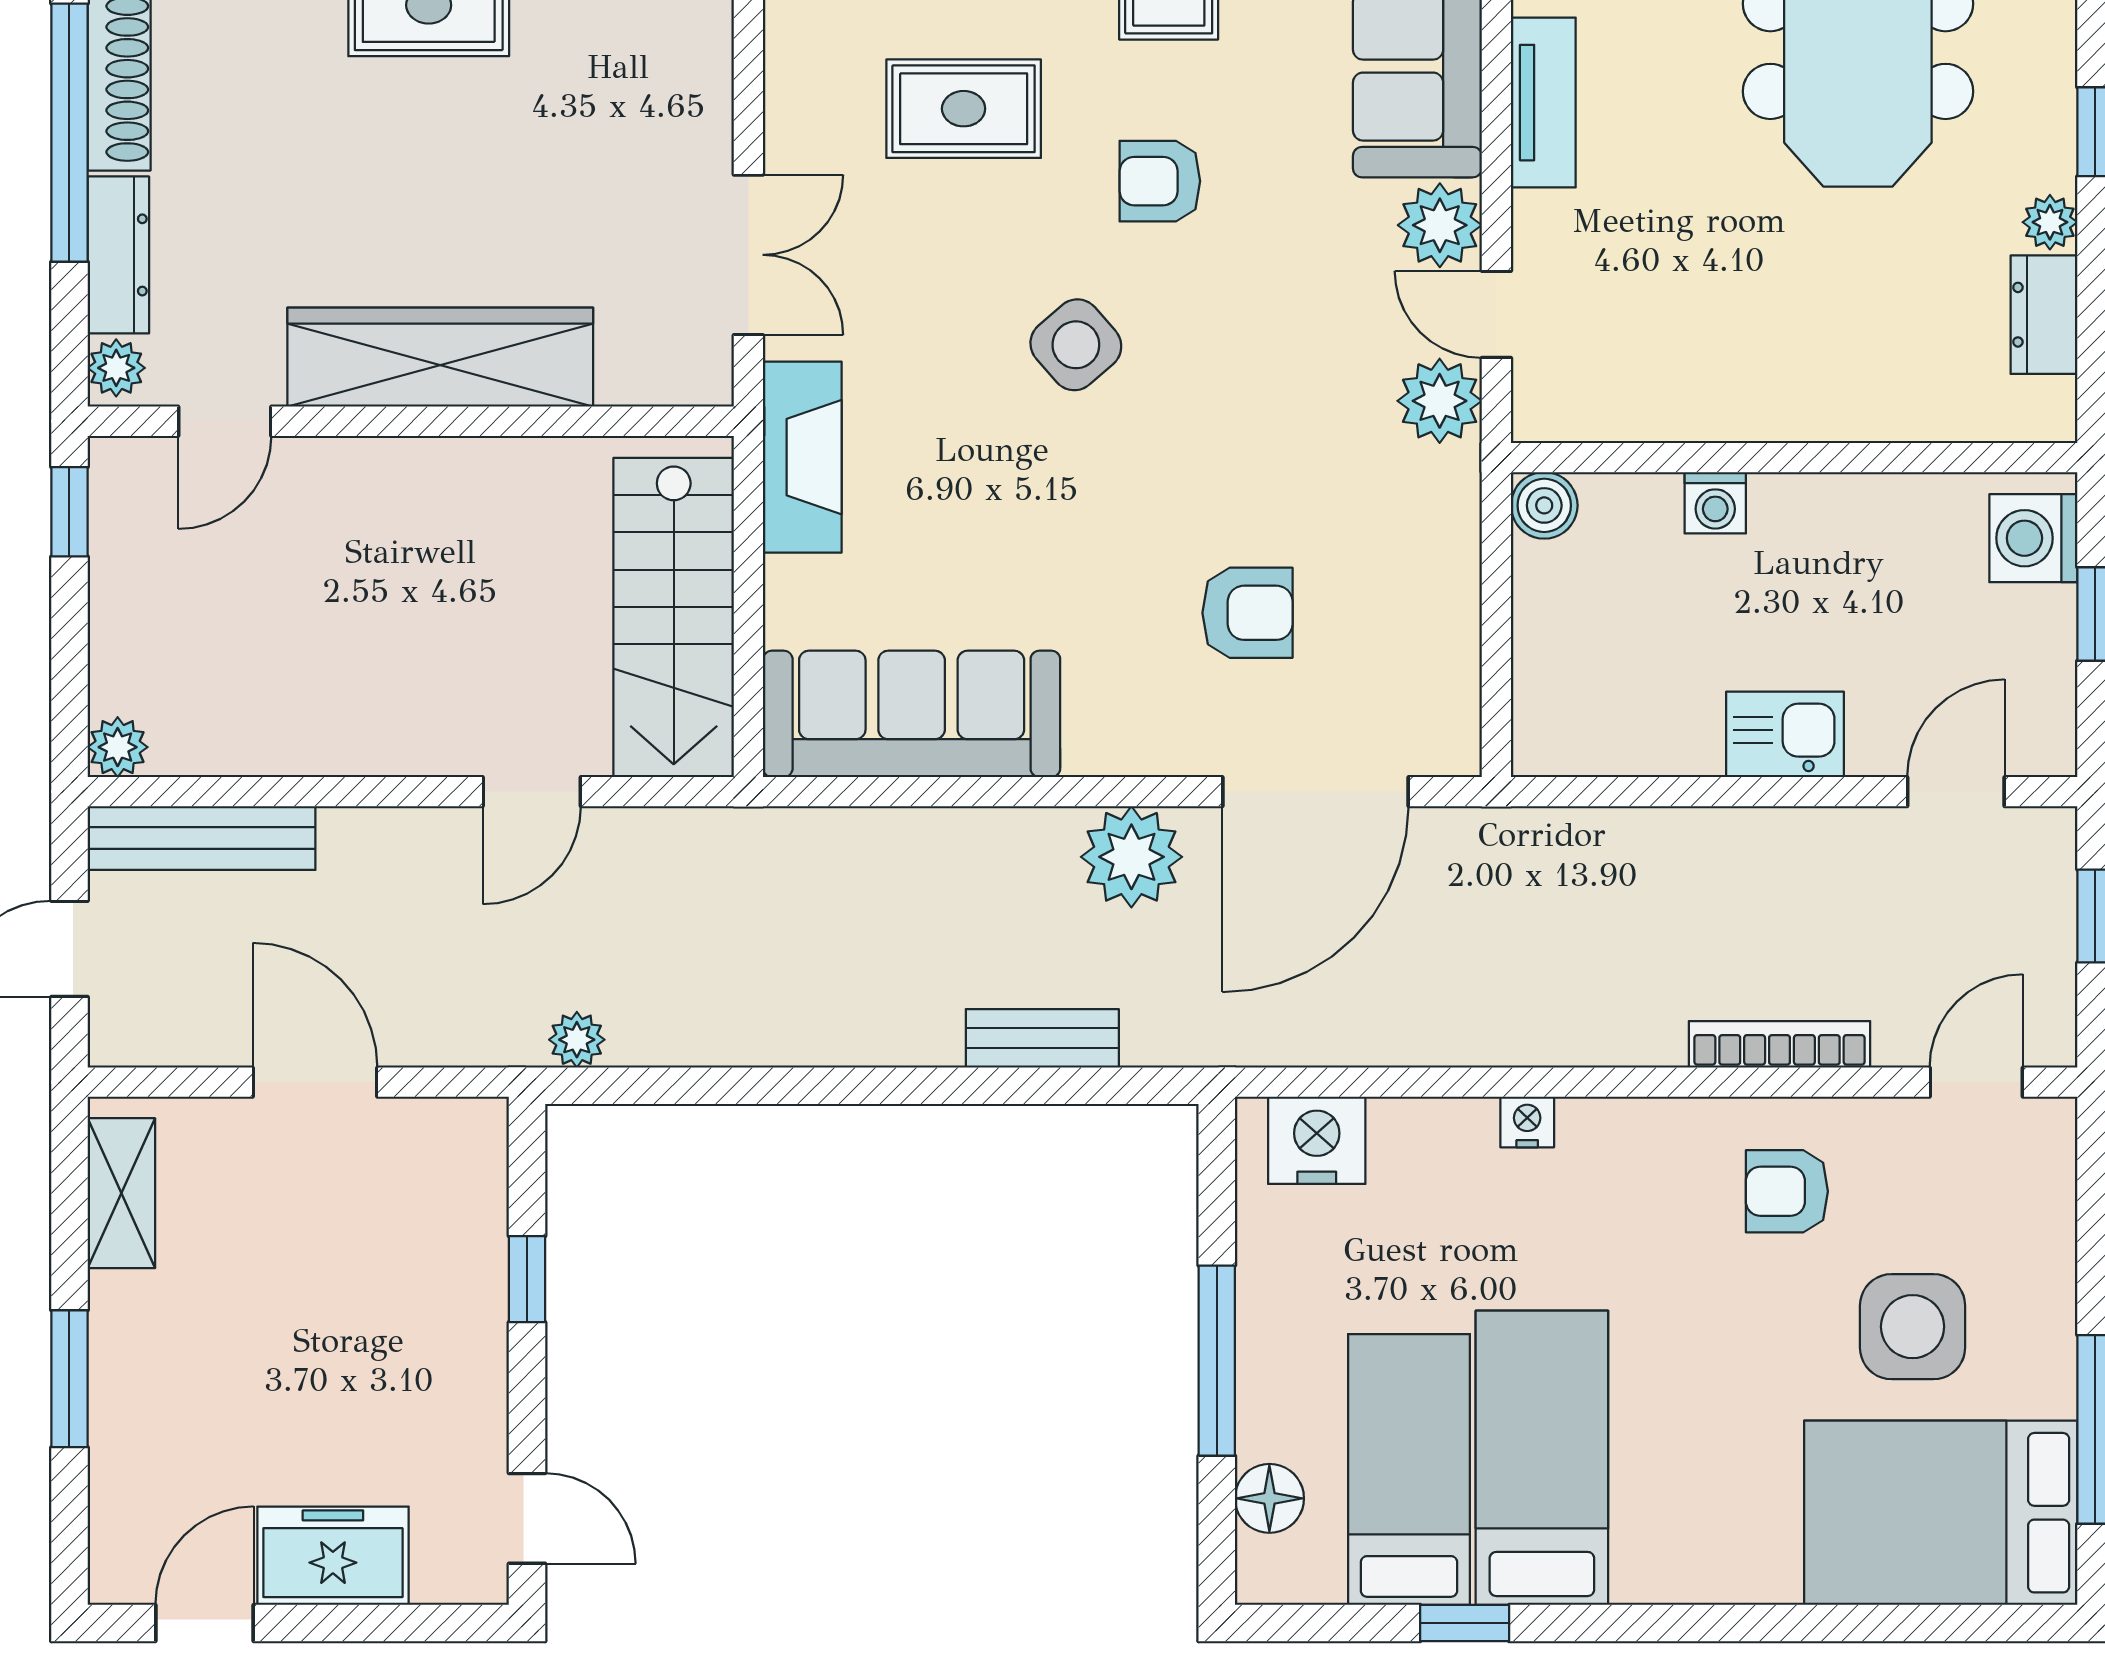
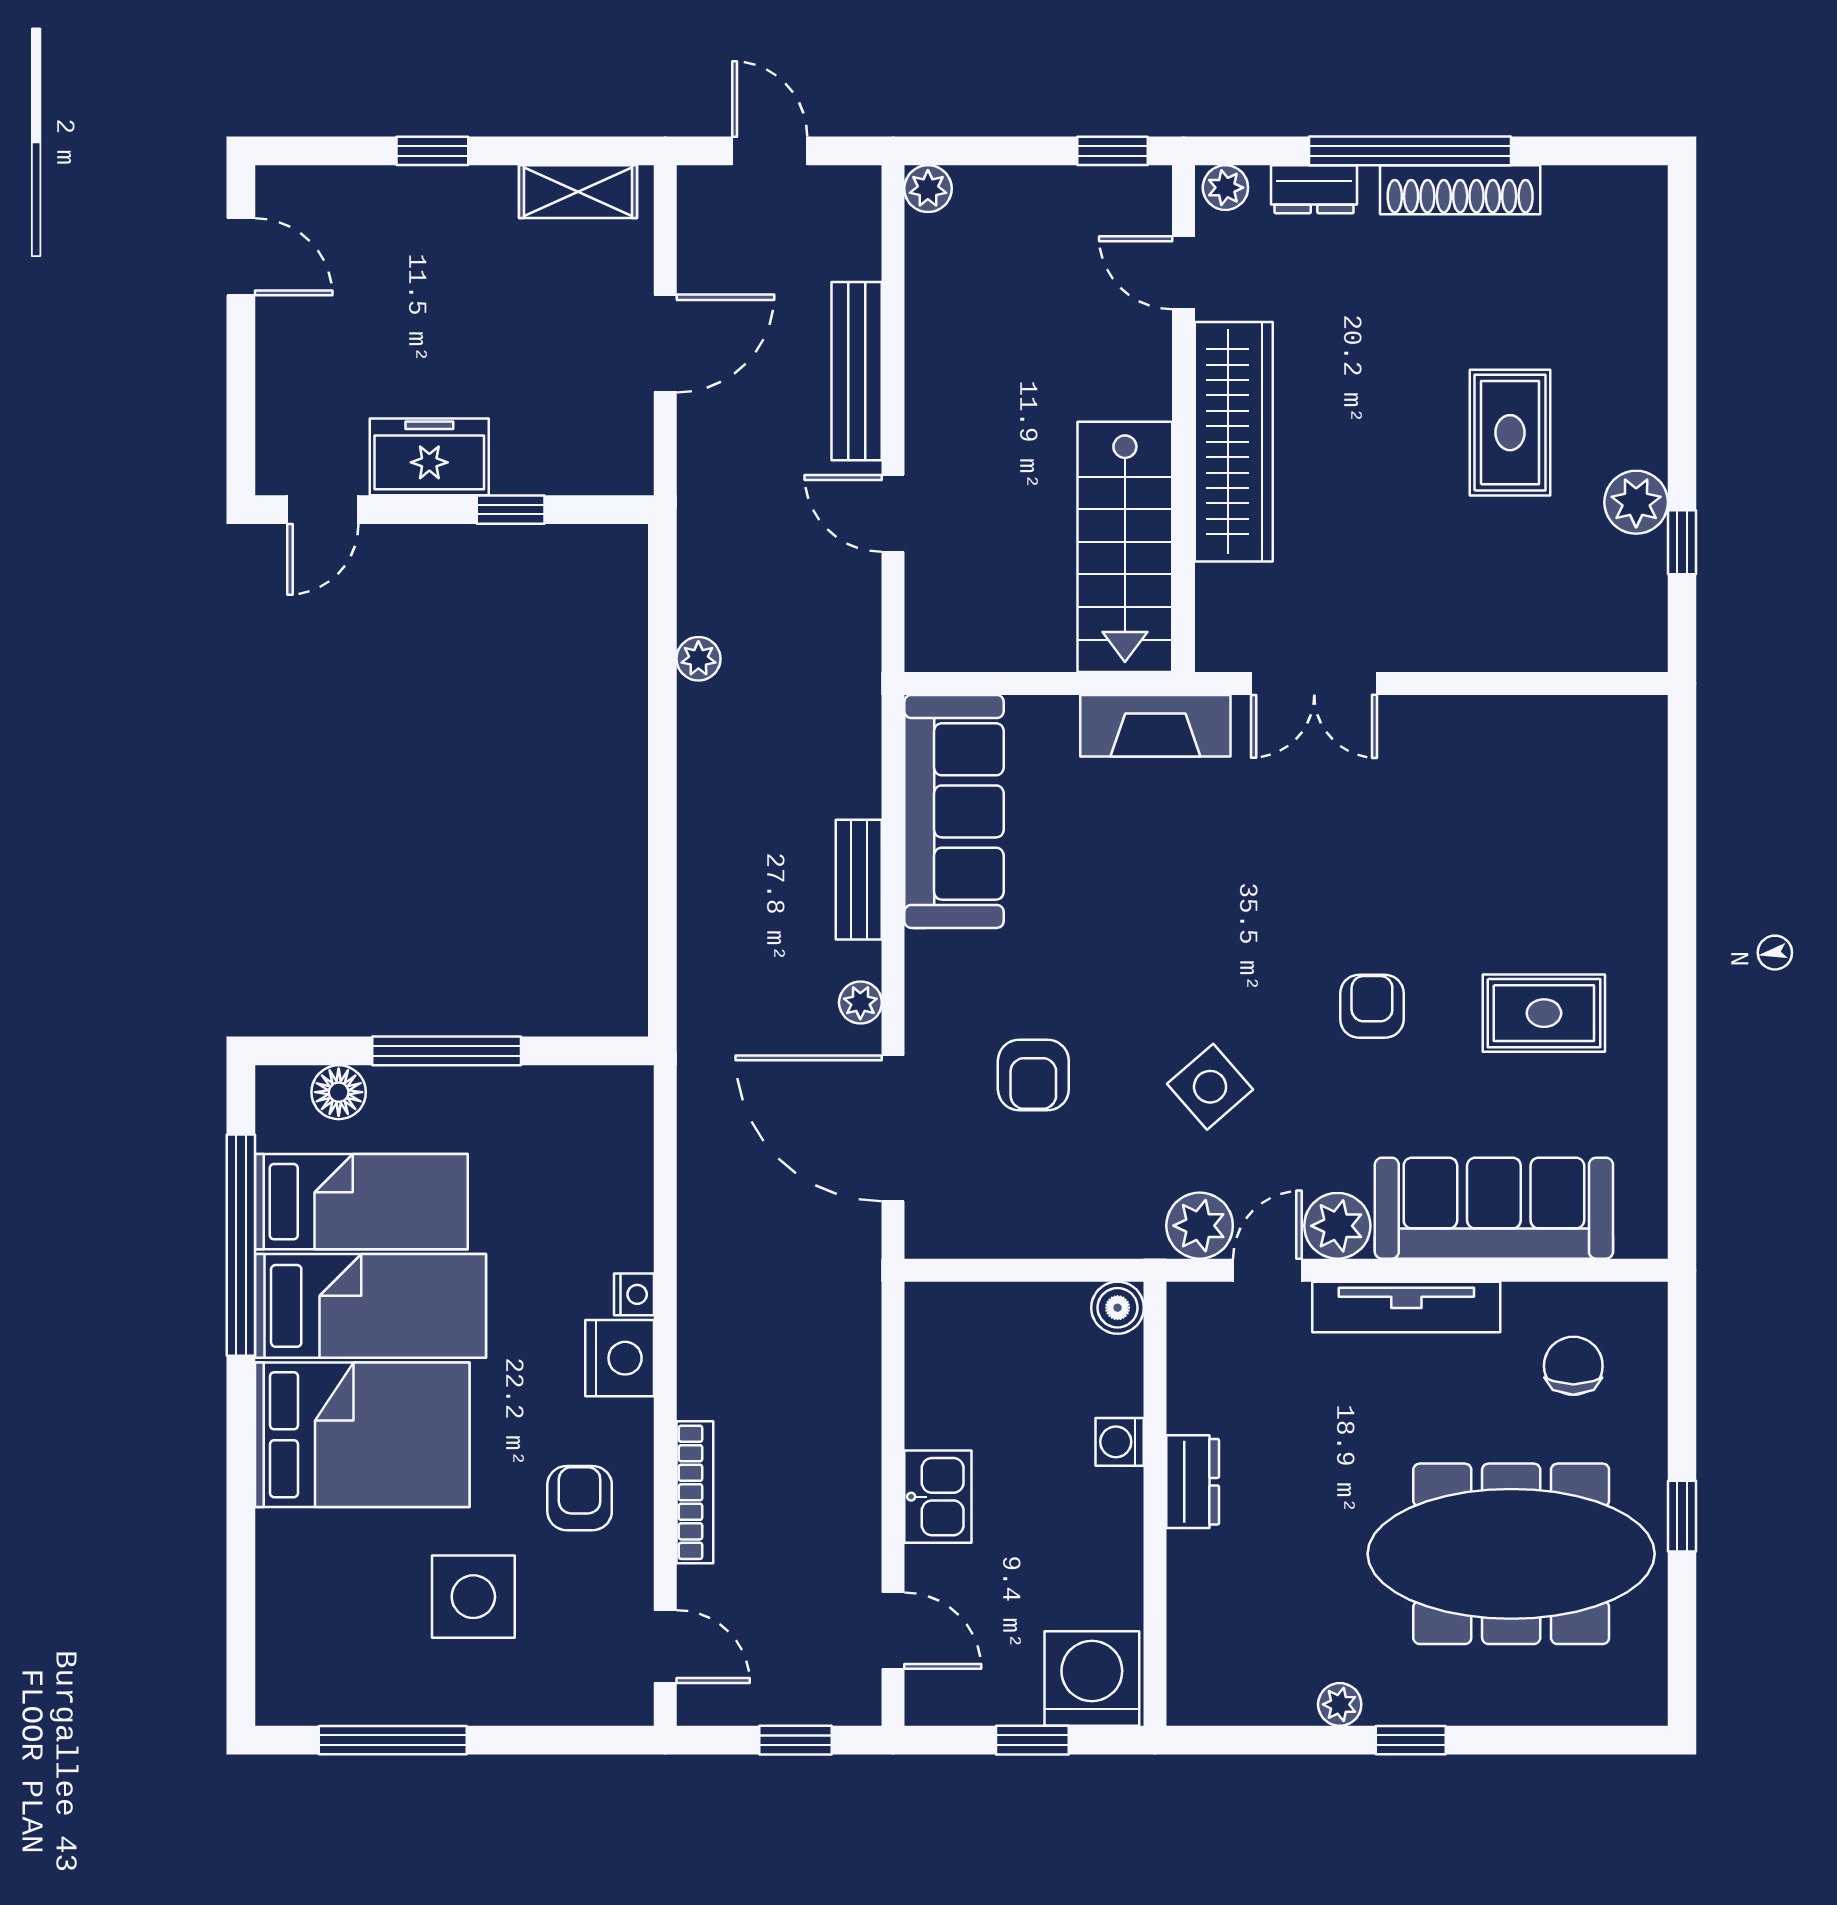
tv unit: (1543, 103) -> (1406, 1307), width x1.41
rug: (964, 109) -> (1429, 852), removed
dresser: (118, 255) -> (1314, 189), width x0.70
dresser: (2044, 315) -> (1193, 1482), moved, turned 90
side table: (1076, 345) -> (1210, 1087), moved
washing machine: (2033, 538) -> (1092, 1679), width x1.37, depth x1.37
stairs: (674, 617) -> (1125, 547), moved, turned -90
bench: (202, 838) -> (857, 371), moved
plant: (1131, 857) -> (860, 1003), width x0.53, depth x0.53
bench: (1042, 1038) -> (859, 880), moved
plant: (577, 1040) -> (698, 659), moved
nightstand: (1317, 1140) -> (620, 1358), moved
window: (69, 1379) -> (432, 151), width x0.67
bed: (1941, 1513) -> (362, 1435), moved, turned 90
freezer: (333, 1556) -> (429, 457), moved, turned -90
window: (1465, 1623) -> (241, 1245), width x3.17

